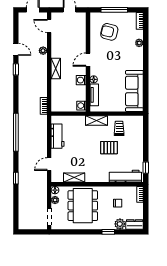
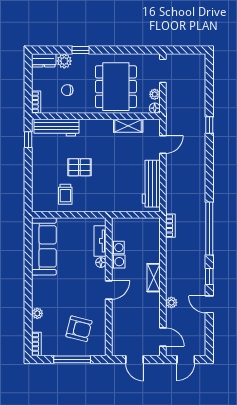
washing machine: (81, 106) -> (118, 248), moved
shelving: (97, 121) -> (97, 205), removed
window: (16, 132) -> (209, 228), moved
workbench: (57, 136) -> (151, 184), width x1.38

